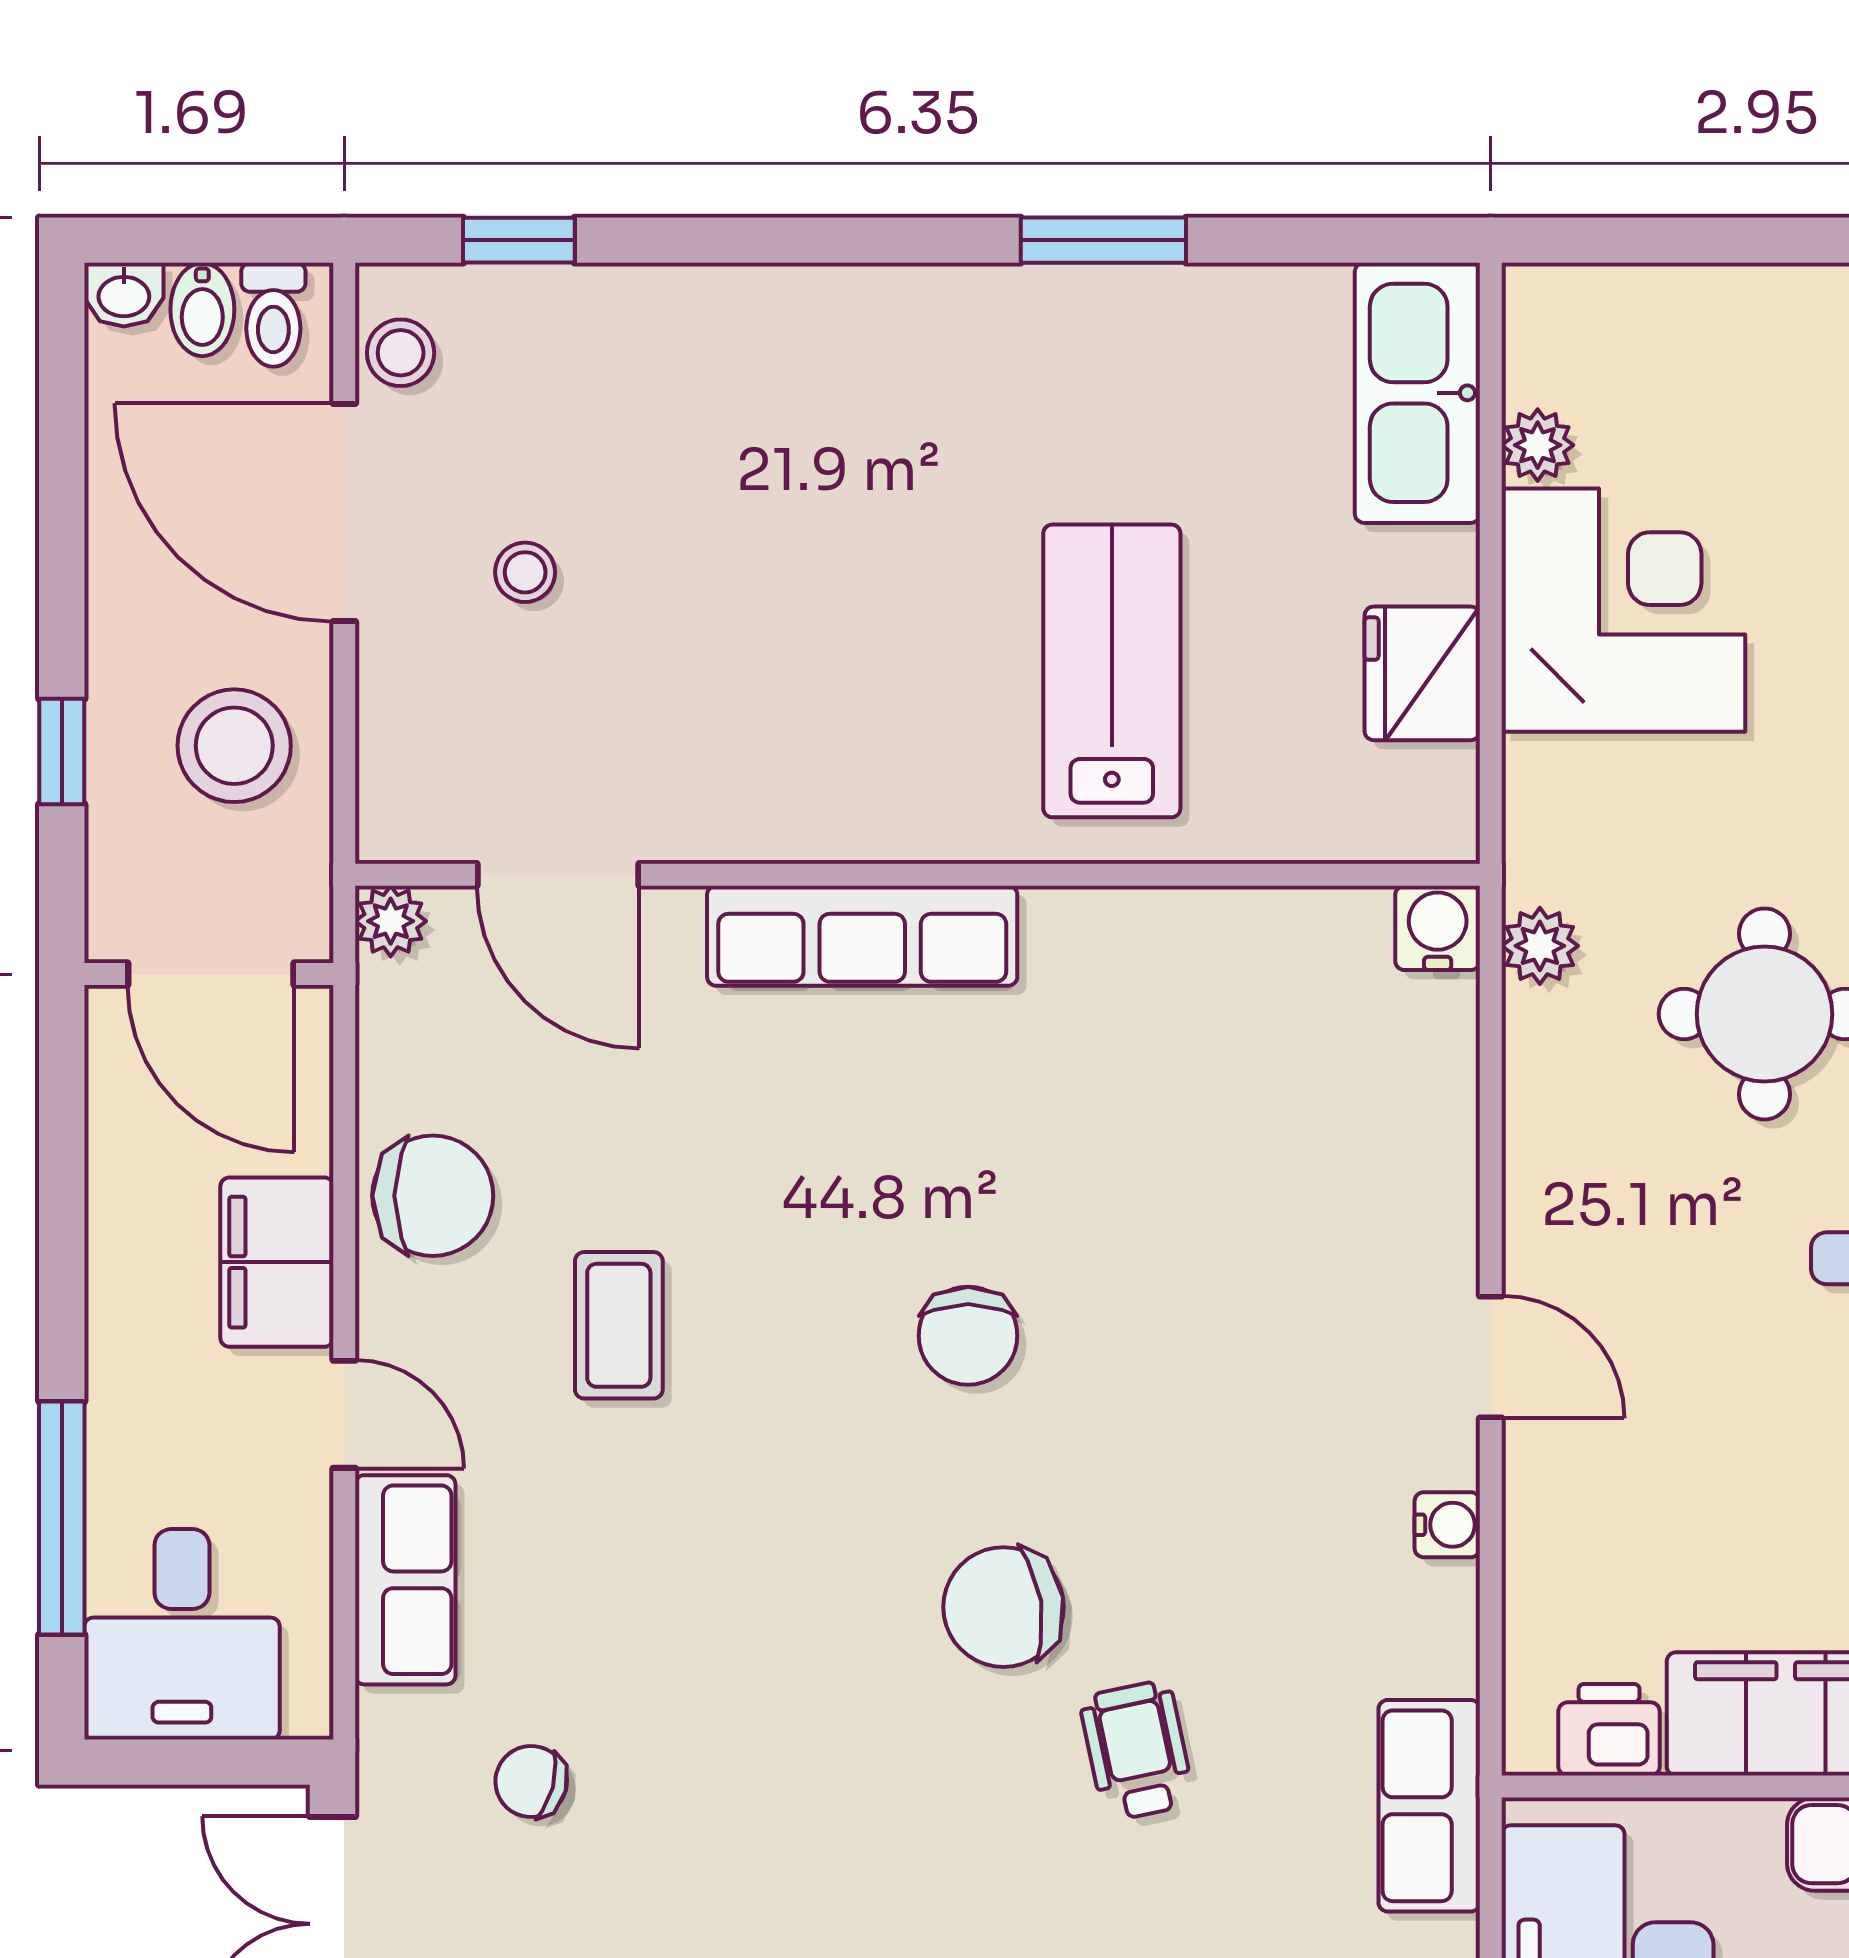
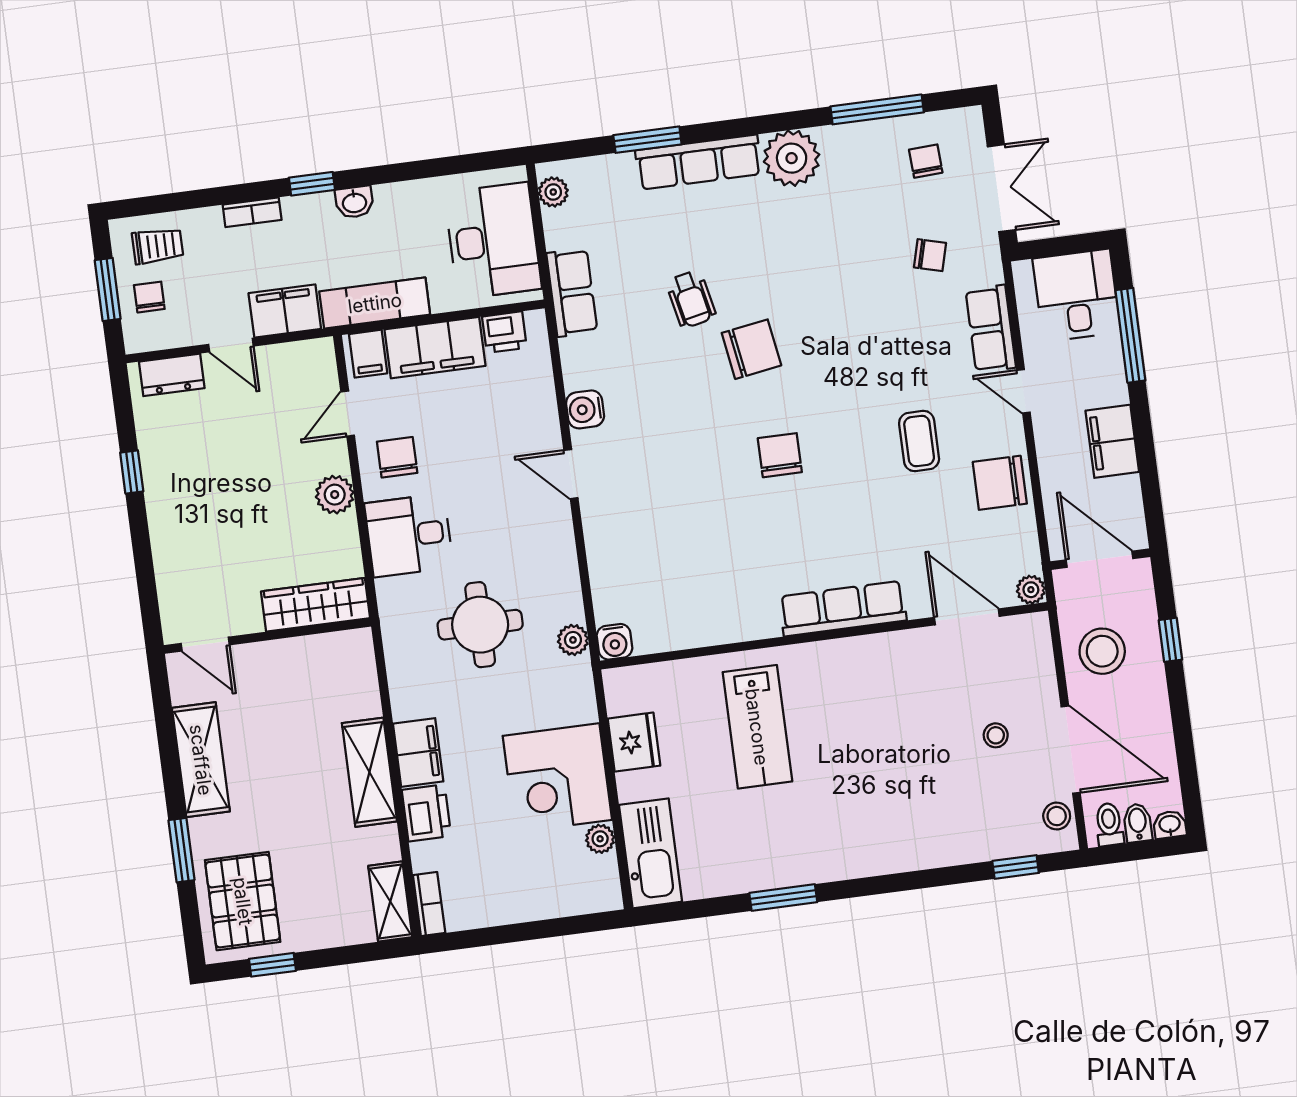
filing cabinet: (277, 1262) -> (1112, 441), moved, turned 180
water cooler: (1447, 1525) -> (585, 409), width x1.38, depth x1.38

